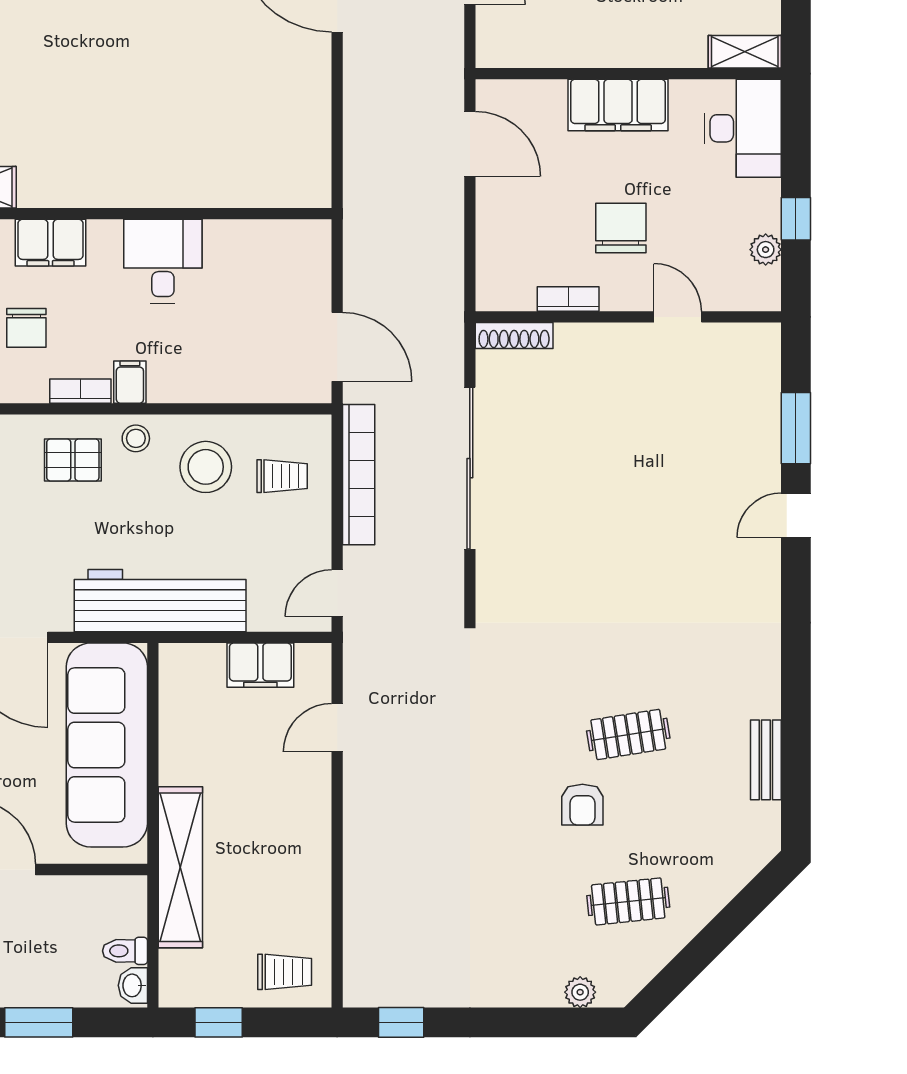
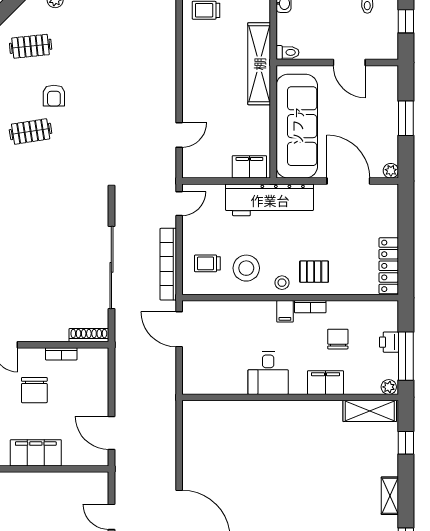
filing cabinet: (260, 665) -> (249, 167), moved
armchair: (582, 805) -> (54, 96), turned 180
toilet: (125, 951) -> (287, 52), moved

